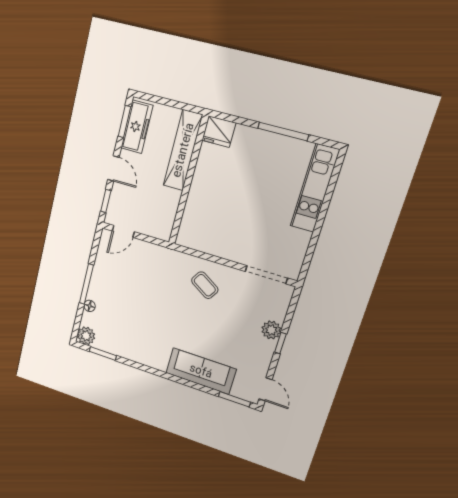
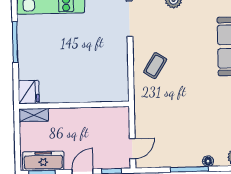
shelving: (183, 150) -> (34, 115), width x0.45, depth x0.75
door: (123, 231) -> (132, 149), hinge flipped

